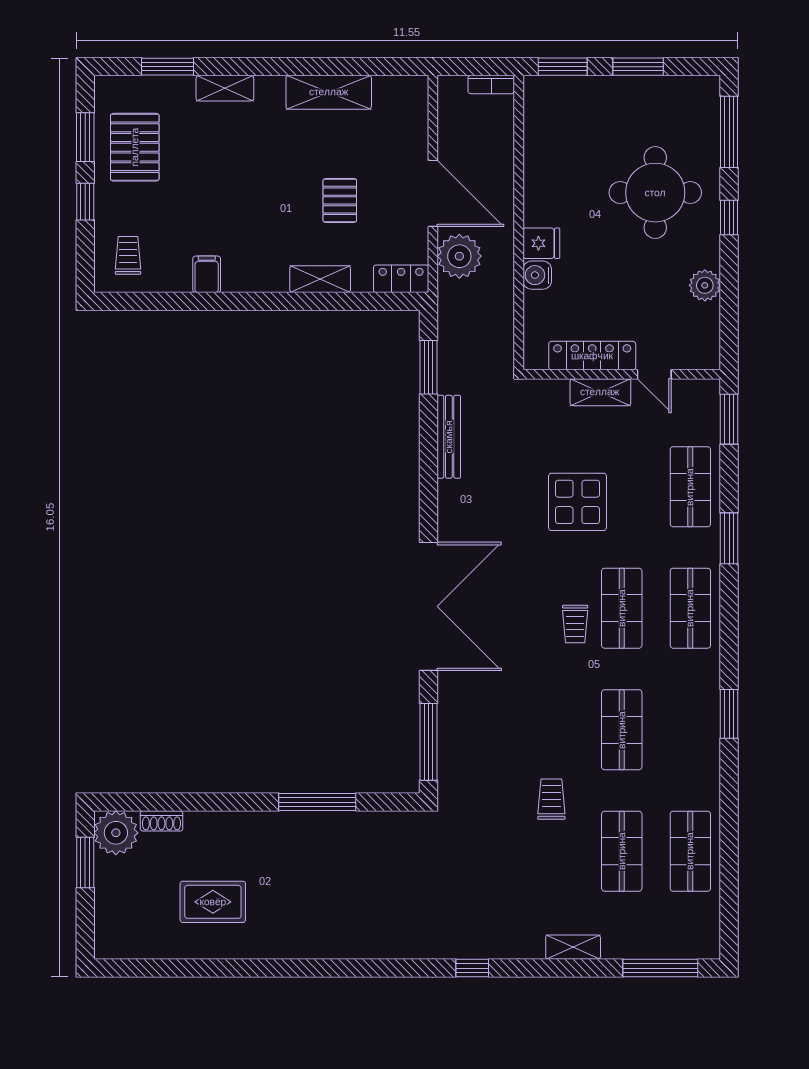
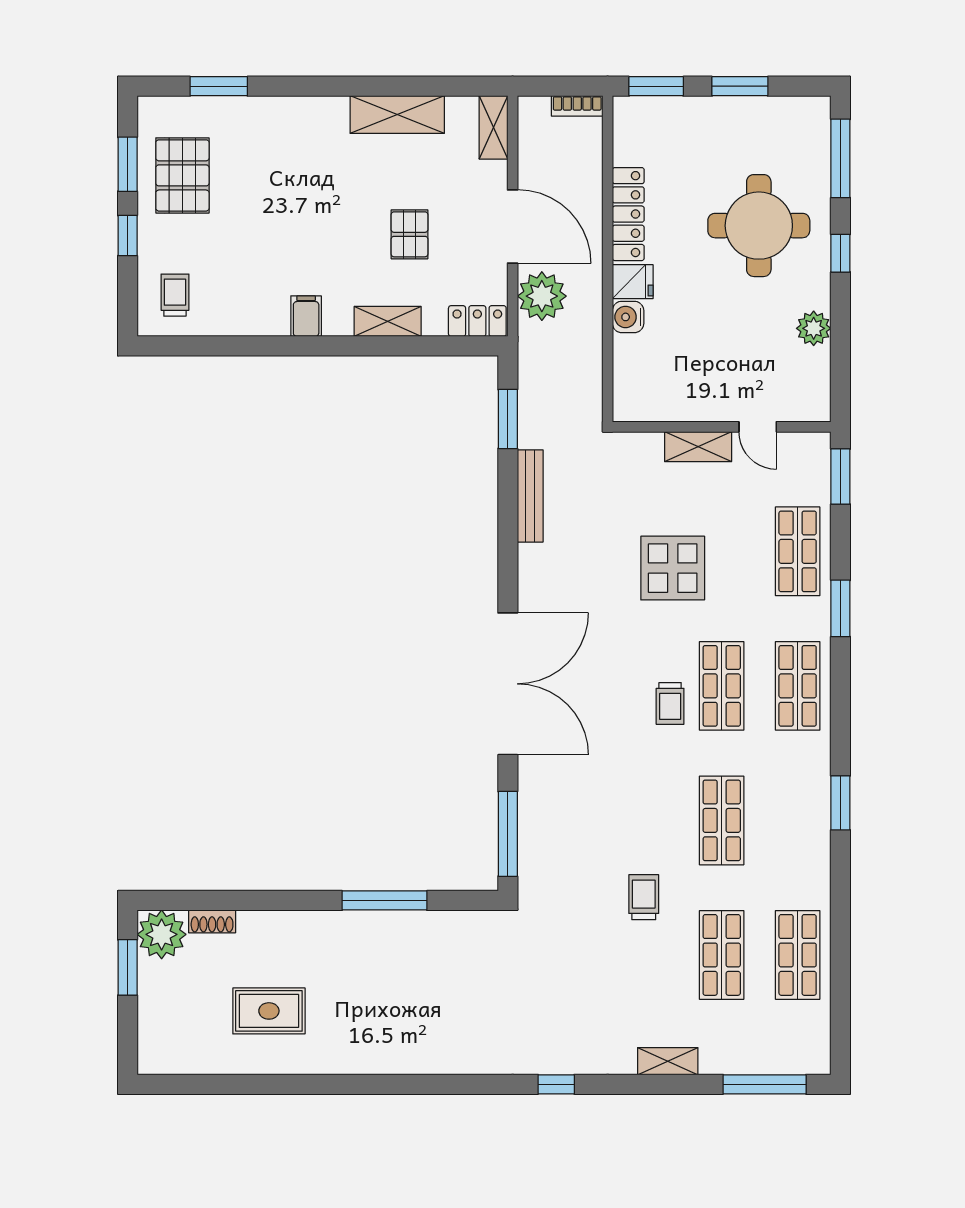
shelving: (225, 88) -> (493, 127), moved, turned 90
filing cabinet: (207, 274) -> (306, 316), moved
locker: (592, 356) -> (628, 214), moved, turned 90

